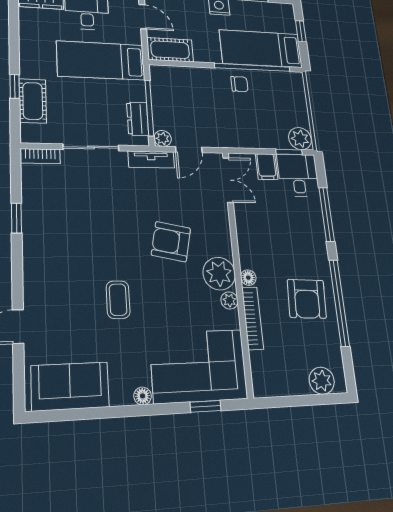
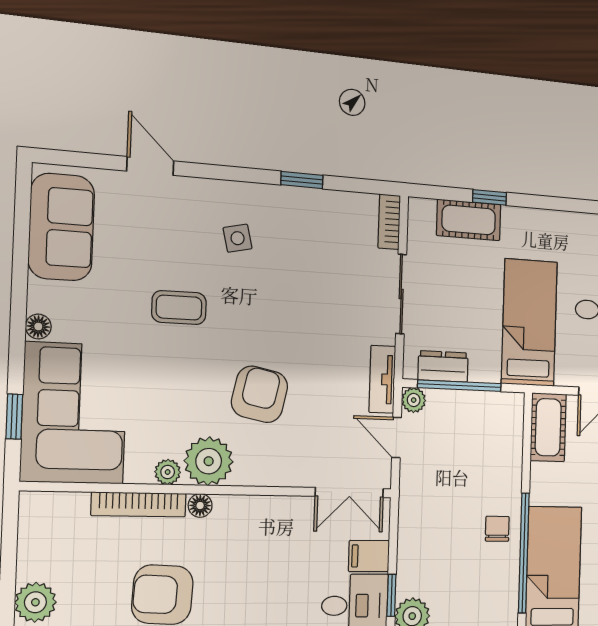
chair: (239, 84) -> (497, 529), turned 180
side table: (64, 262) -> (238, 238), added

